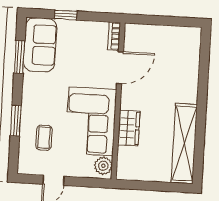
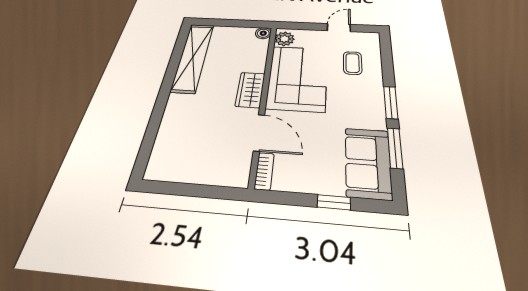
door: (120, 68) -> (259, 133), swing flipped
window: (16, 121) -> (391, 102), moved
wardrobe: (129, 128) -> (250, 90), moved
boiler: (123, 173) -> (263, 33), added

